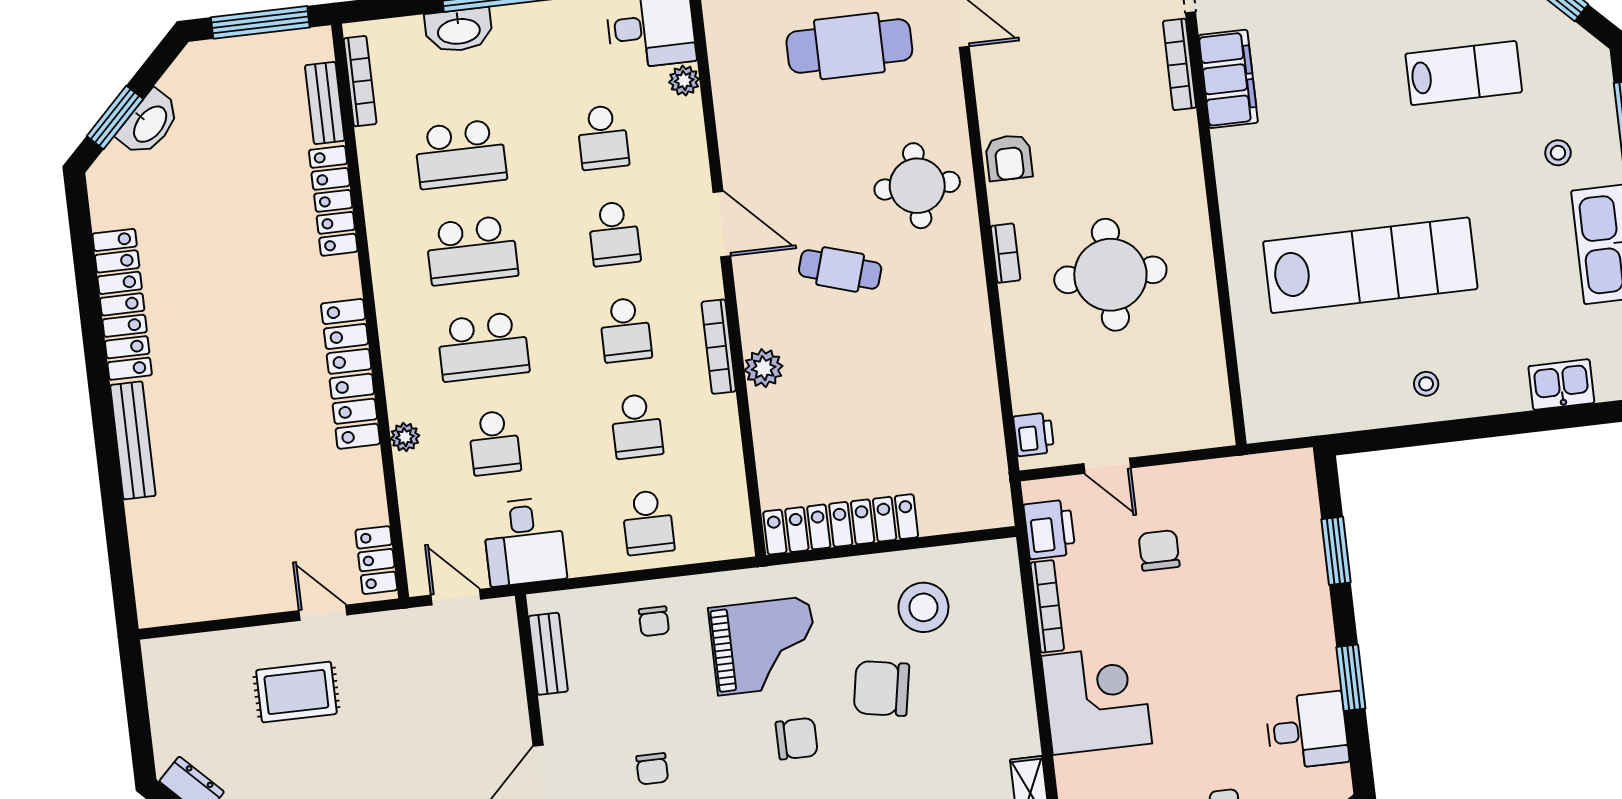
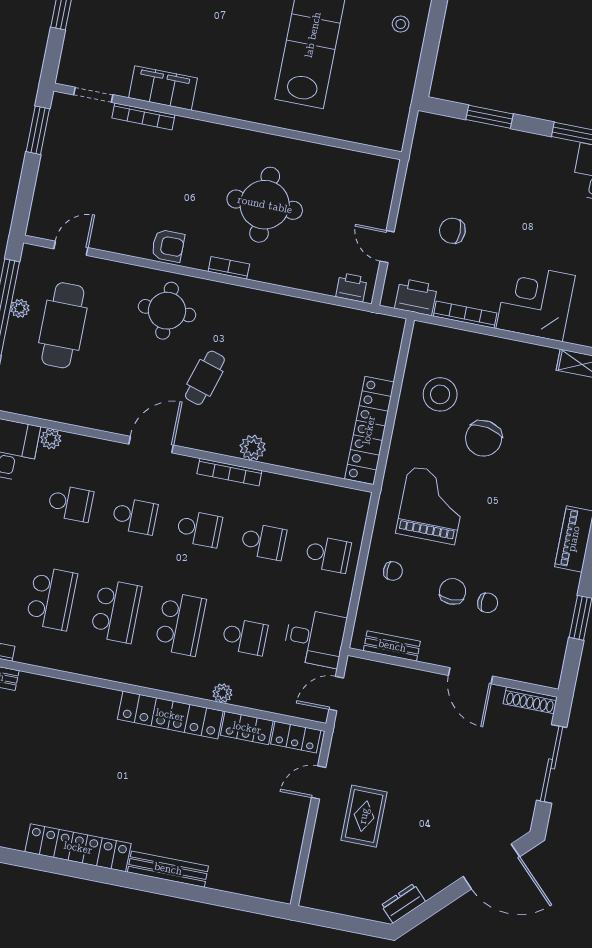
locker: (333, 201) -> (247, 728), moved, width x0.66
door: (1107, 466) -> (387, 247), swing flipped
chair: (797, 739) -> (453, 591), moved

